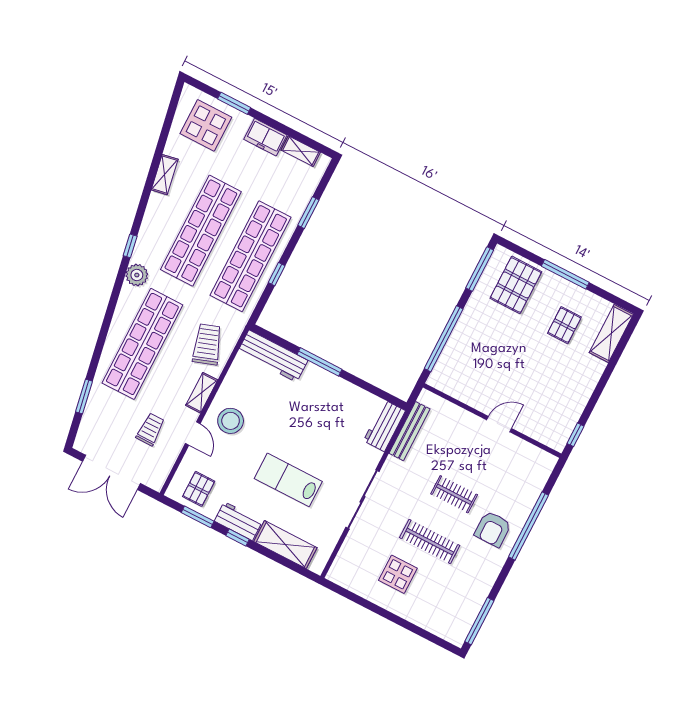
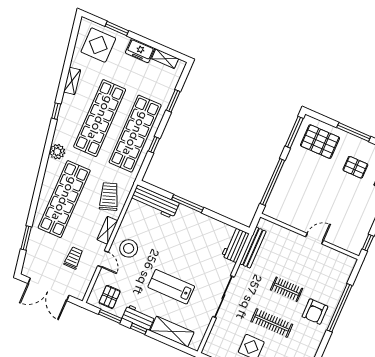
window: (130, 246) -> (56, 111), moved
pallet: (516, 285) -> (320, 142), turned 90
pallet: (564, 325) -> (355, 167), turned 90

